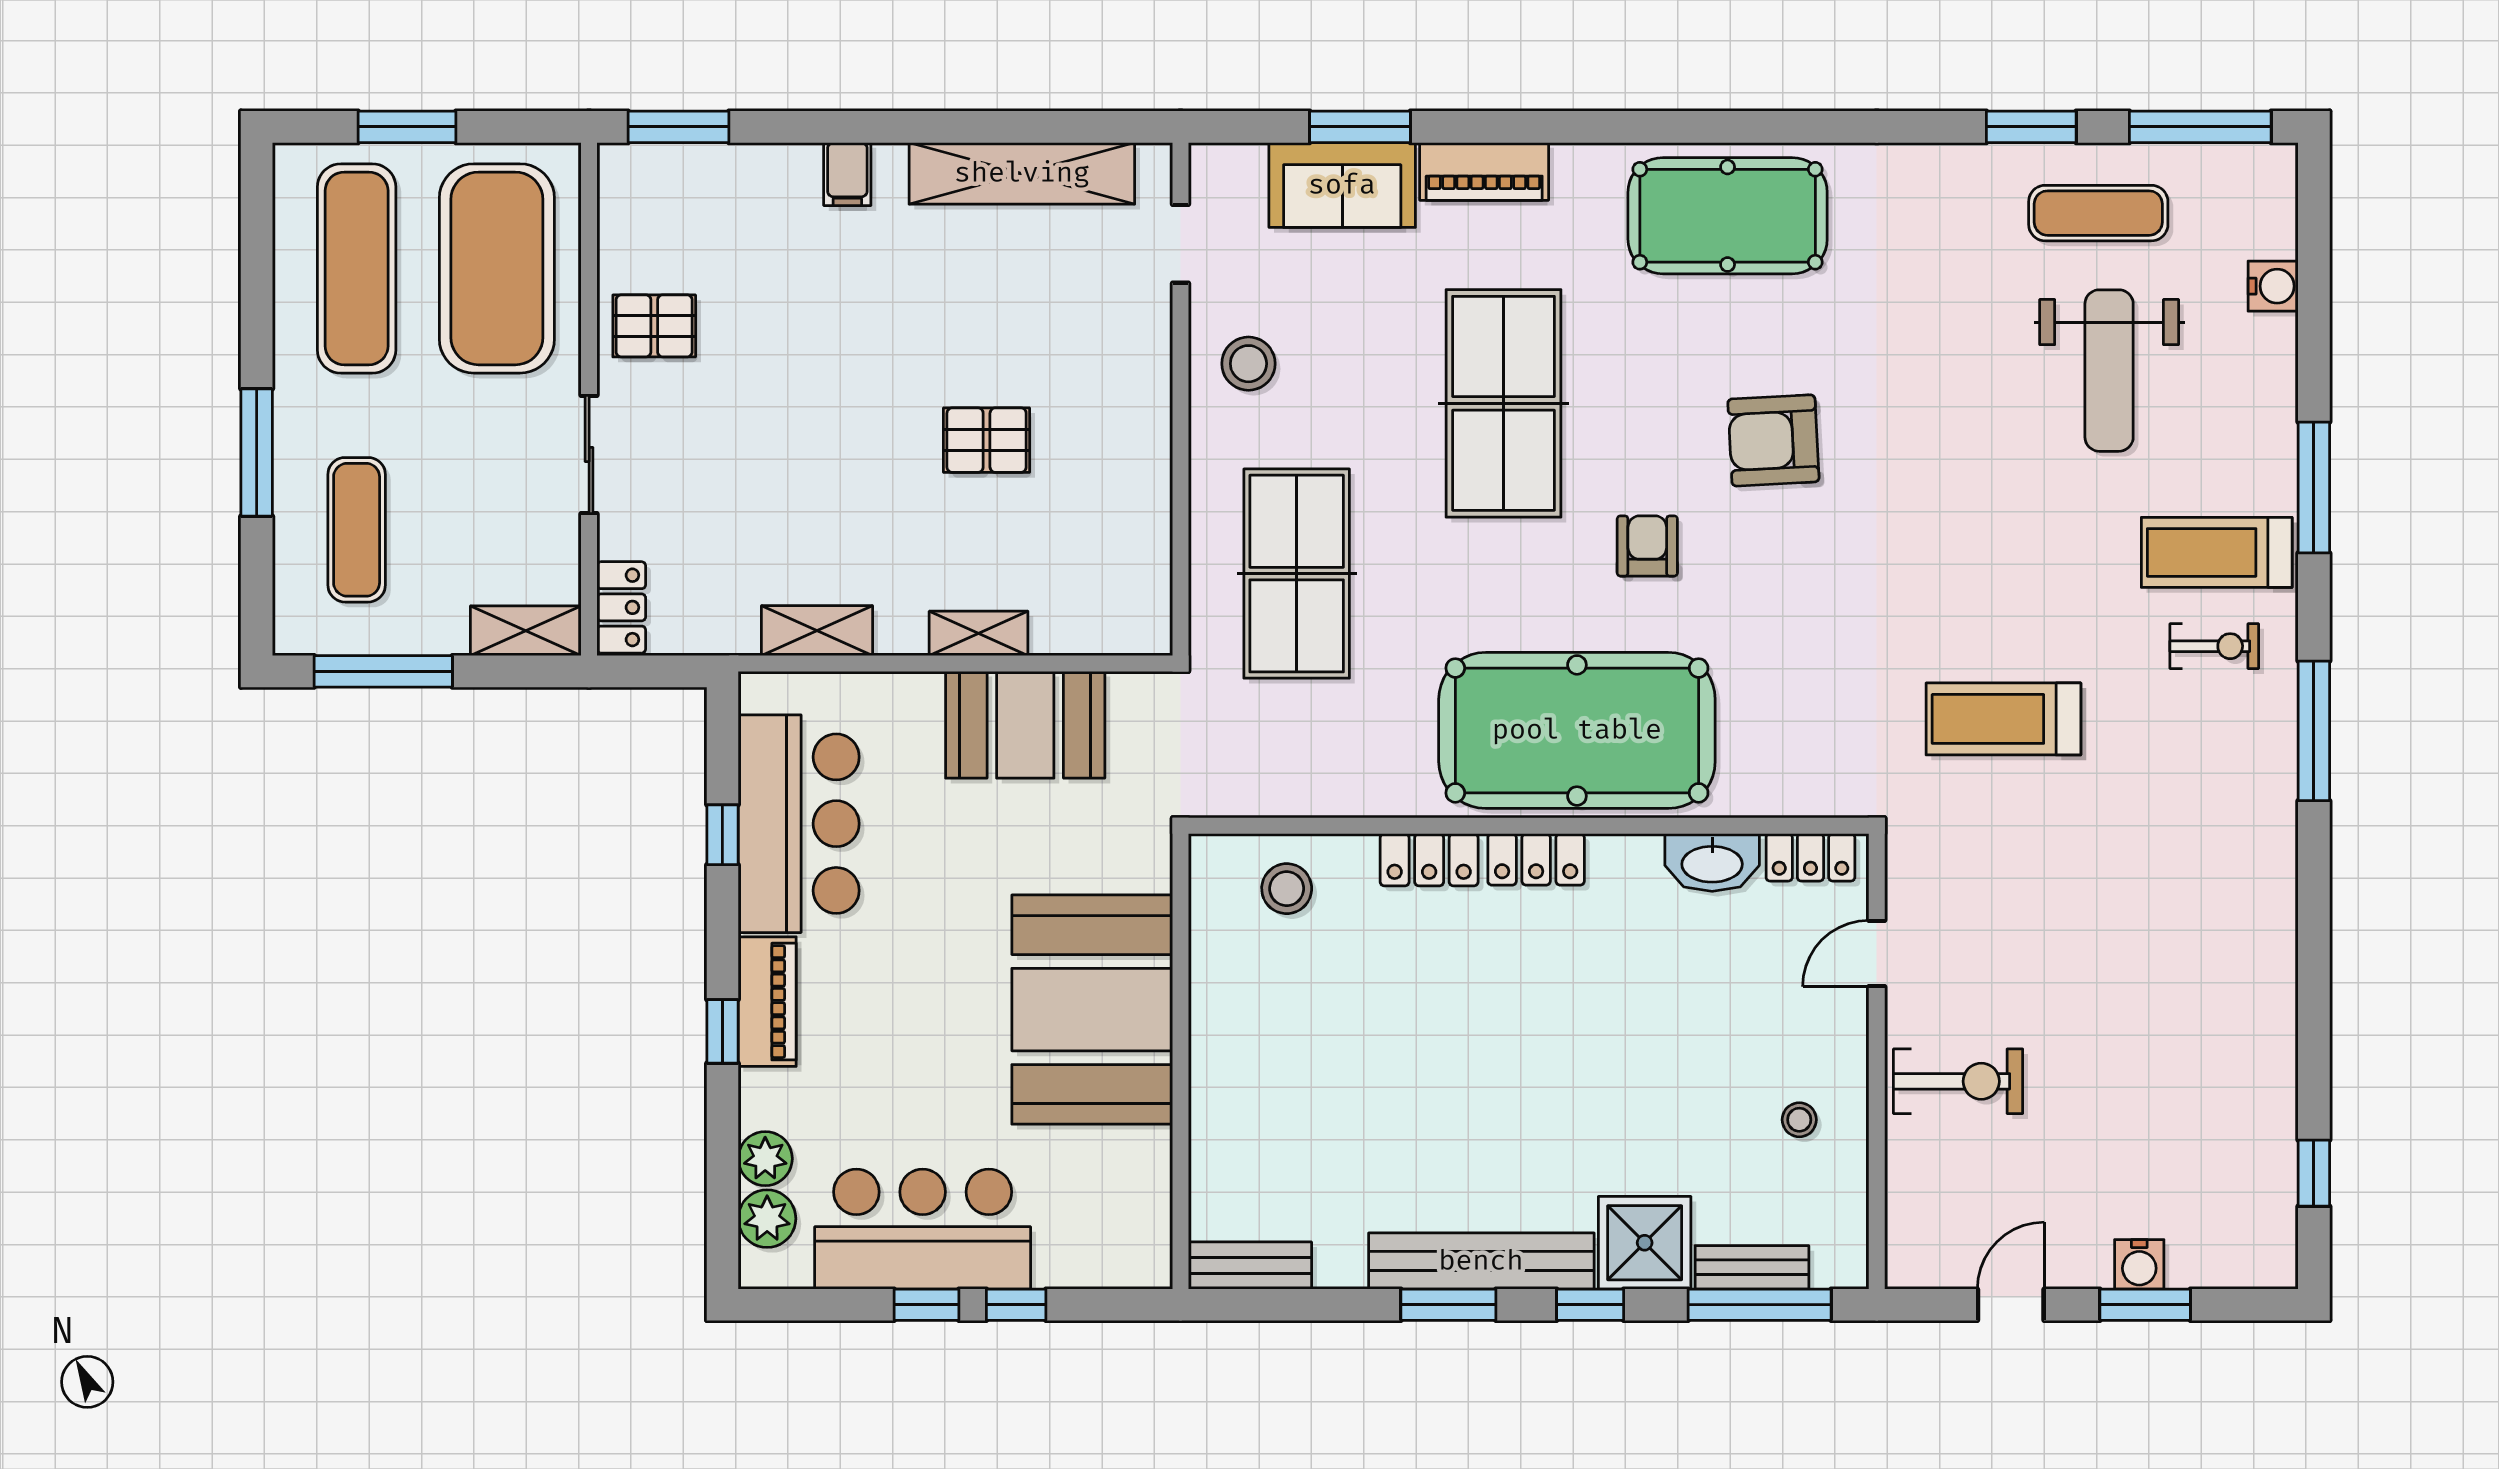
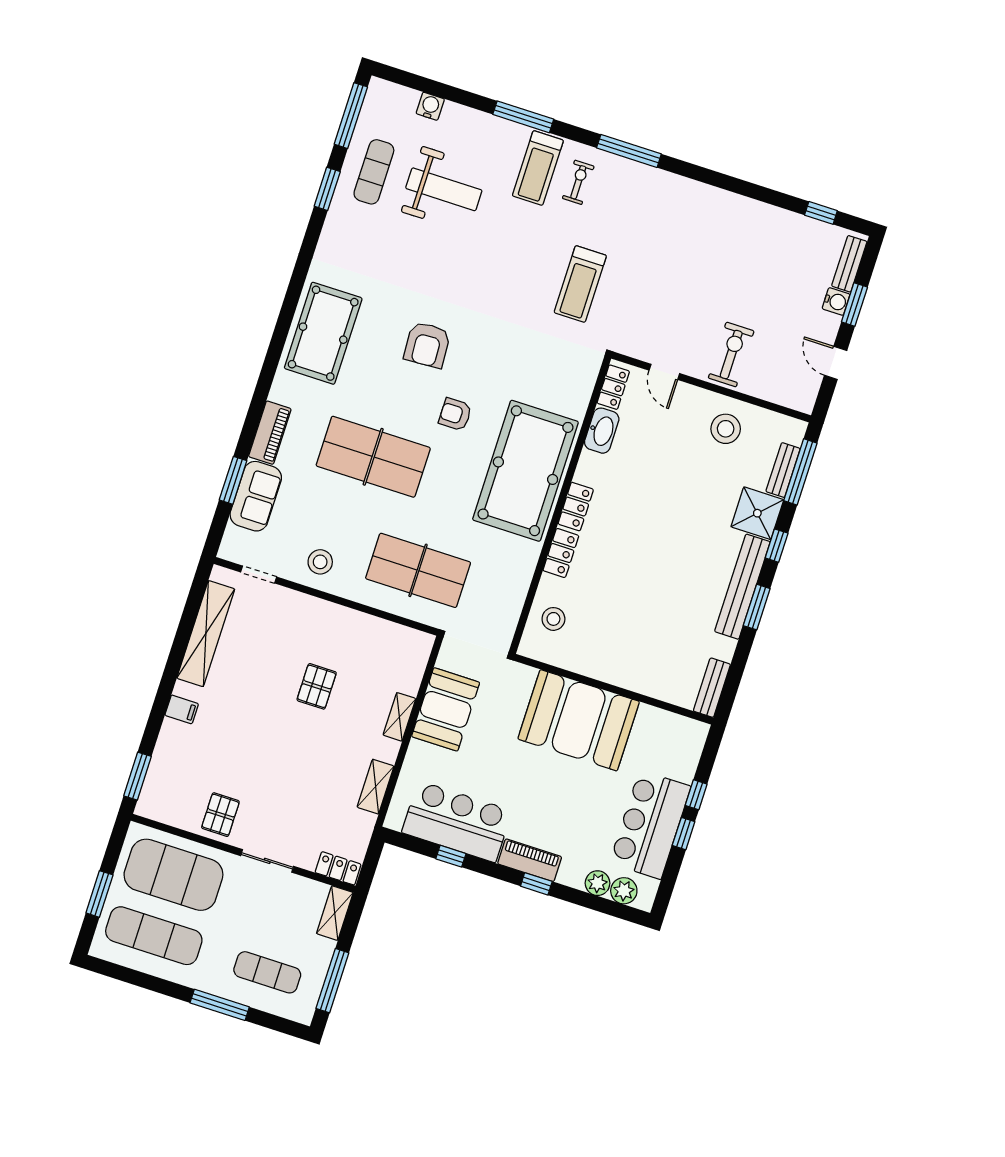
stool: (1799, 1120) -> (726, 429), width x1.89, depth x1.89
bench: (2227, 1267) -> (849, 264), added

